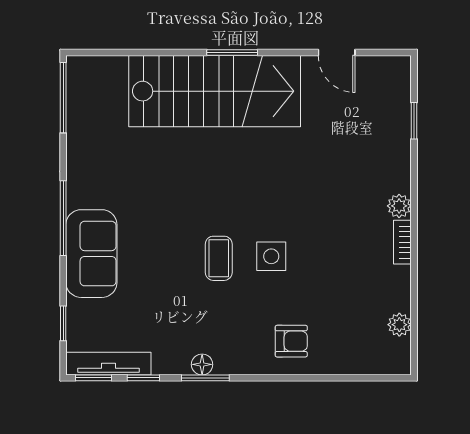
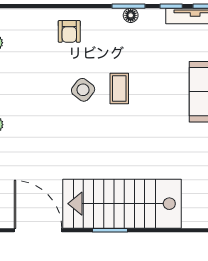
door: (337, 53) -> (38, 230), width x1.88
side table: (271, 256) -> (83, 90), turned 38
armchair: (291, 341) -> (69, 31), turned -90

